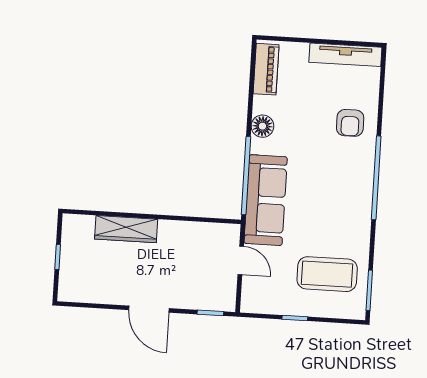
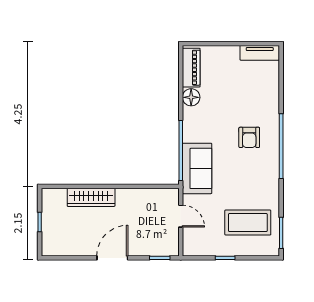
tv unit: (345, 55) -> (260, 53), width x0.71
armchair: (350, 123) -> (249, 137), moved
floor lamp: (262, 126) -> (191, 97), moved
sofa: (266, 200) -> (197, 168), width x0.73
door: (149, 309) -> (112, 258), swing flipped

